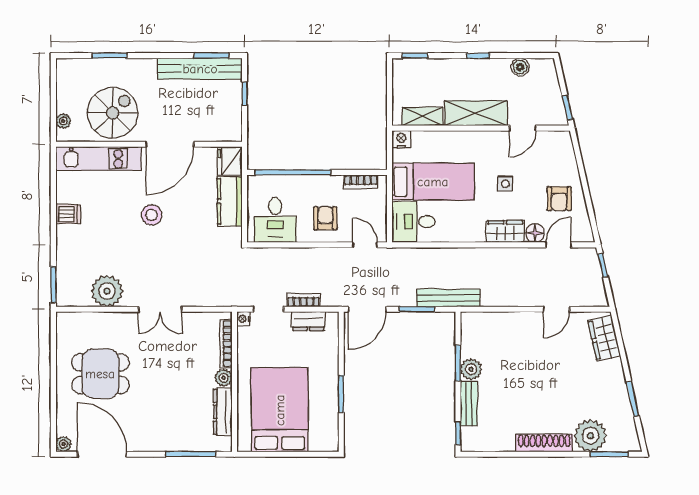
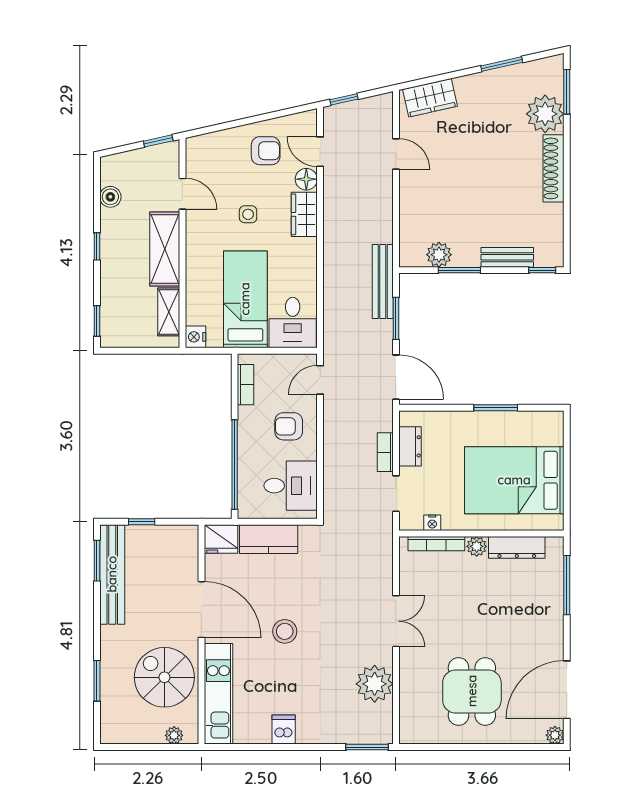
nightstand: (244, 319) -> (432, 523), moved
plant: (471, 369) -> (439, 255), moved

